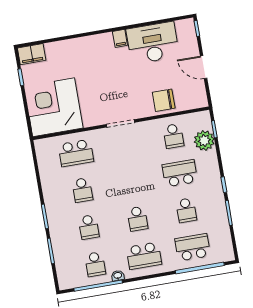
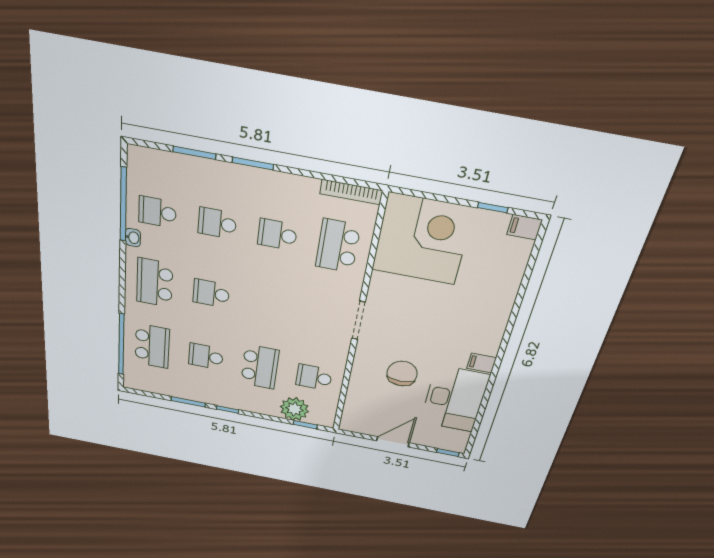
filing cabinet: (32, 54) -> (525, 227), width x0.50
chair: (164, 100) -> (402, 374), moved
bookcase: (41, 157) -> (351, 192), added

